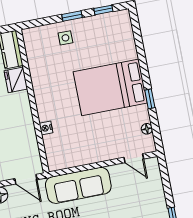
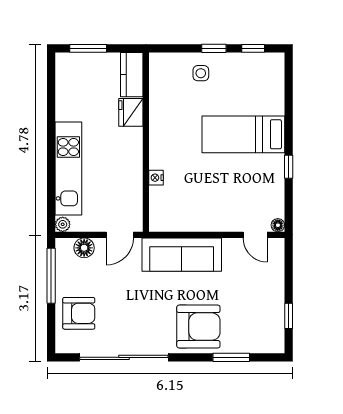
bed: (110, 87) -> (243, 134), width x0.67
floor lamp: (147, 129) -> (278, 225), moved
door: (26, 179) -> (120, 235), hinge flipped

